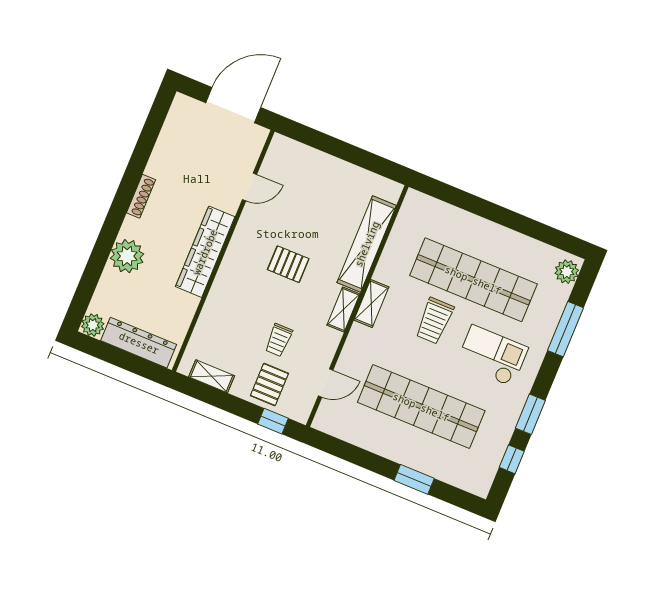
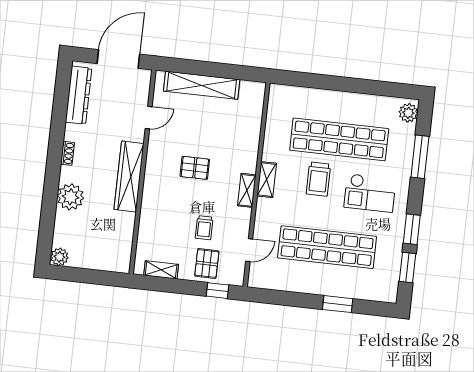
shoe rack: (141, 196) -> (68, 153), width x0.70
shelving: (367, 244) -> (202, 85), moved, turned 90
dresser: (139, 343) -> (79, 95), moved, turned 90
checkout: (492, 356) -> (370, 193), turned 180
window: (512, 459) -> (408, 268), width x1.50

